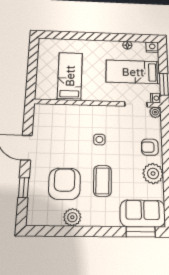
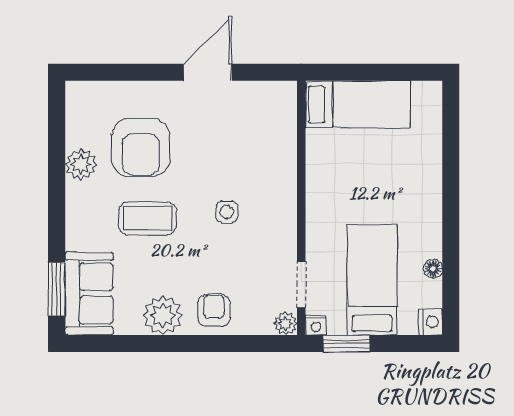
bed: (70, 76) -> (358, 104), moved
armchair: (64, 184) -> (141, 147), turned 90
window: (24, 188) -> (132, 72), removed

